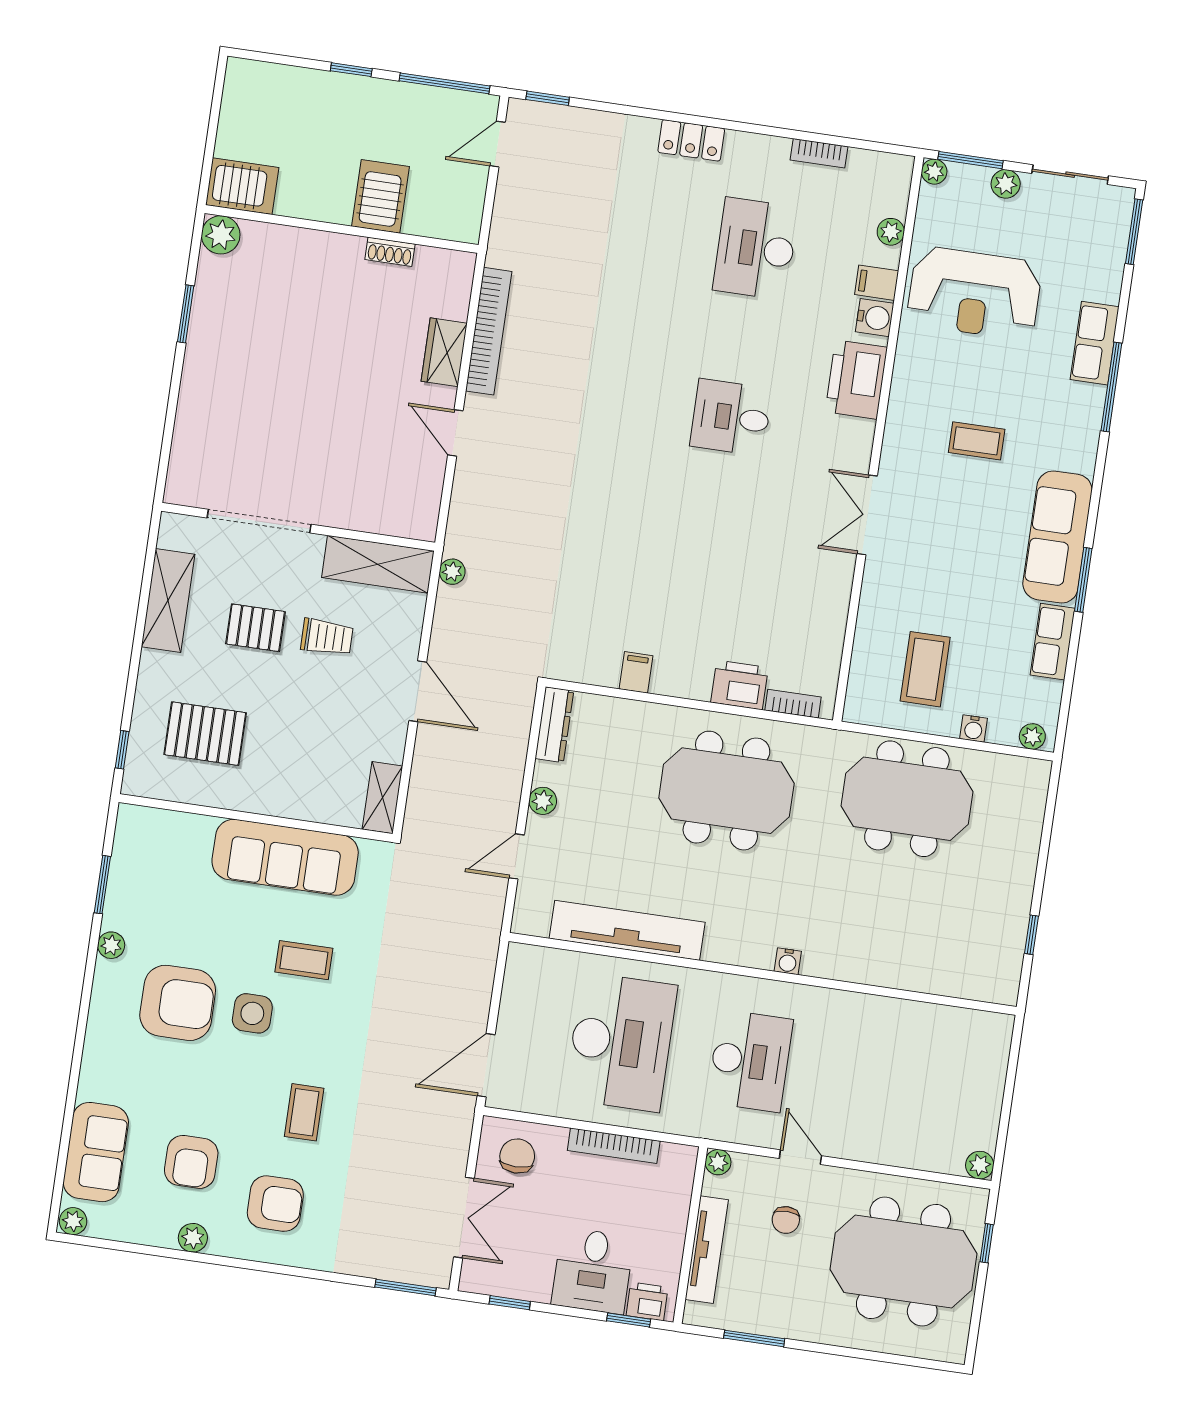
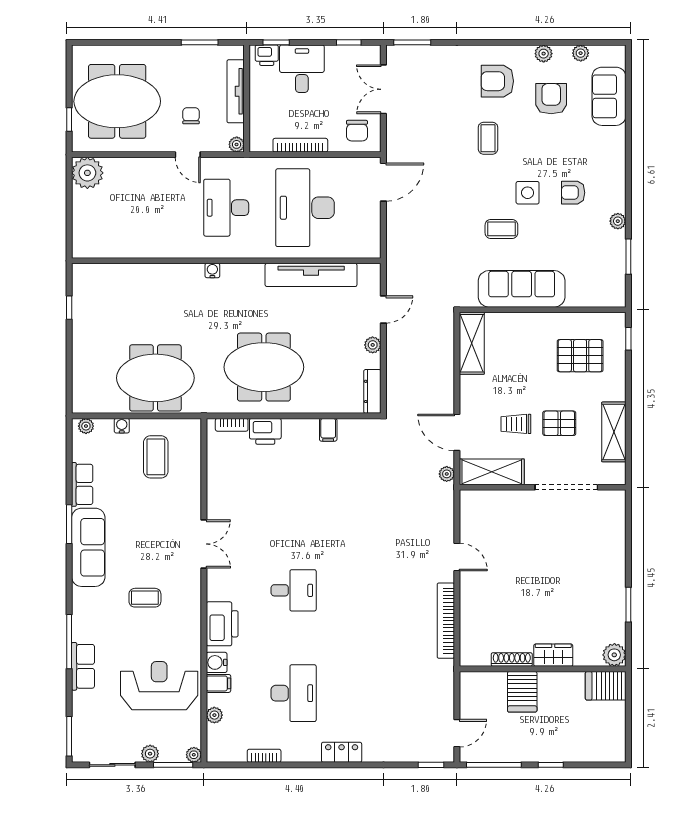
shoe rack: (390, 252) -> (512, 660), width x1.43
wardrobe: (444, 352) -> (553, 655), moved, turned -90
door: (418, 691) -> (457, 432), moved
shelving: (382, 798) -> (472, 343), width x1.50, depth x1.33
armchair: (178, 1003) -> (573, 193), width x0.53, depth x0.53
plant: (980, 1165) -> (87, 173), width x1.88, depth x1.88
plant: (73, 1221) -> (581, 53), moved

